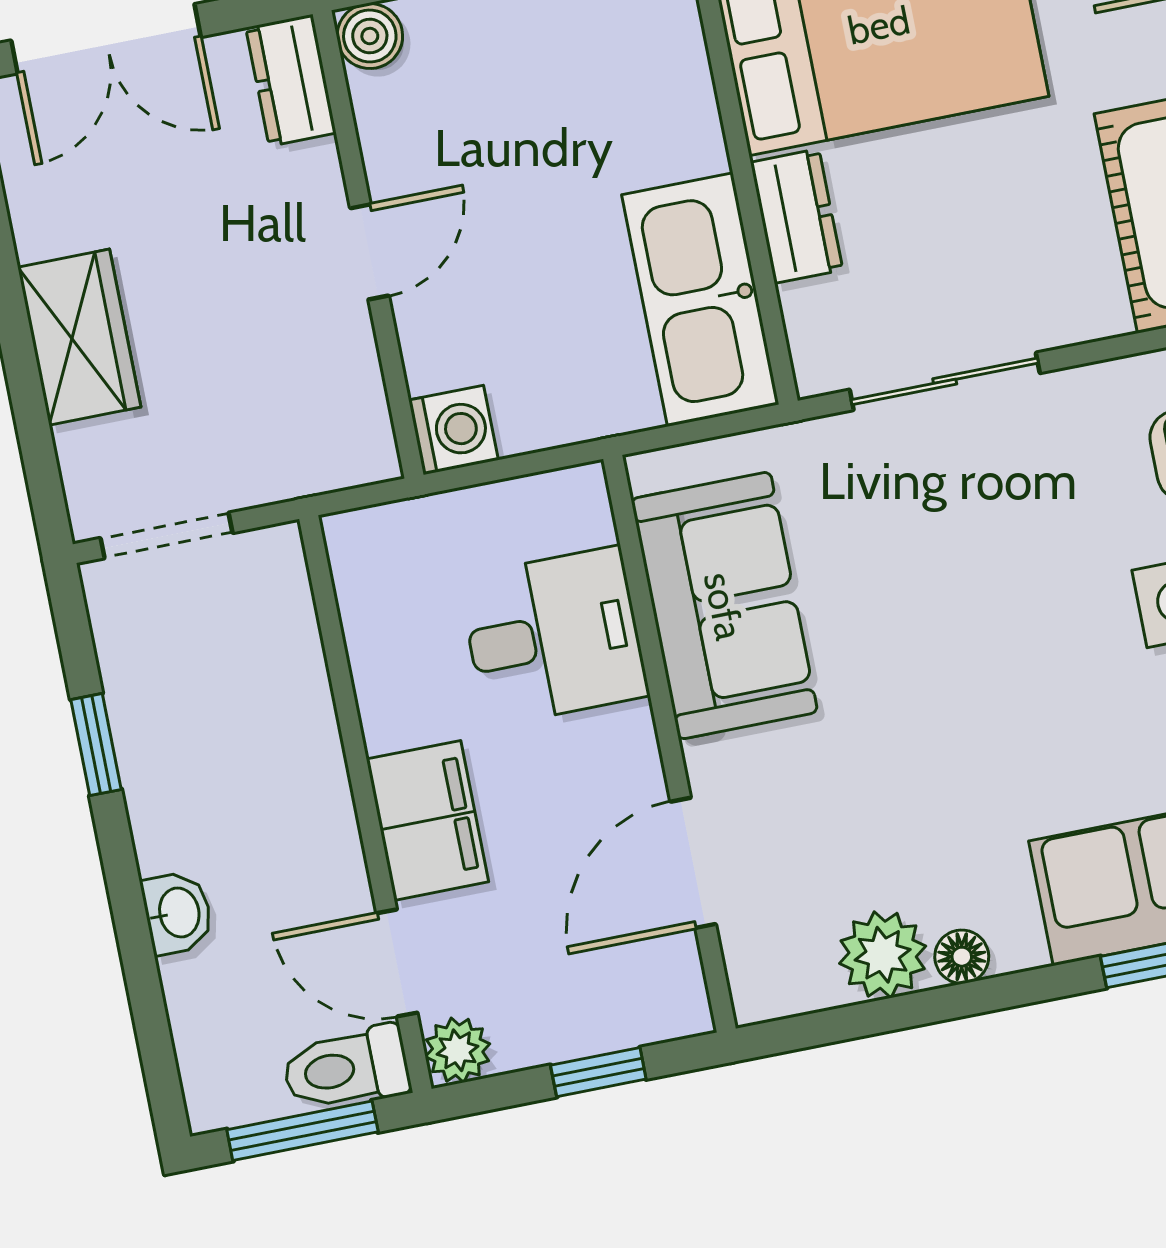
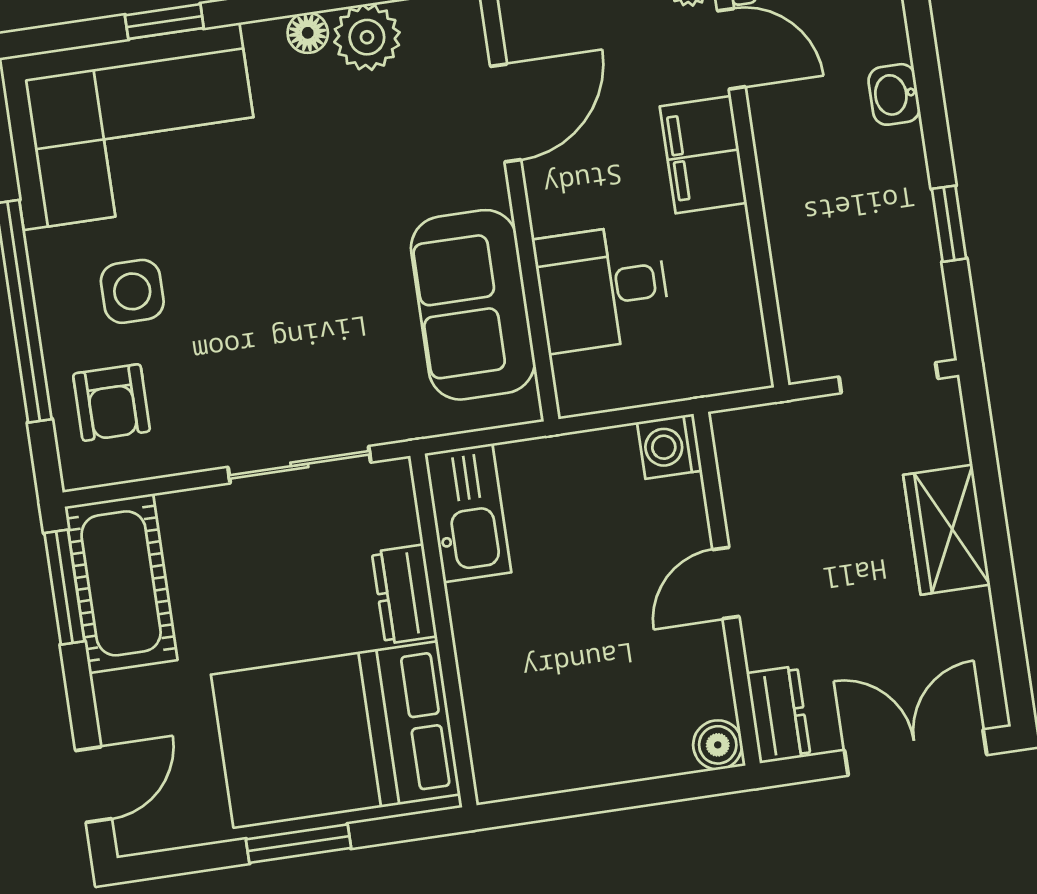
kitchen sink: (700, 300) -> (468, 513), width x0.73, depth x0.81

